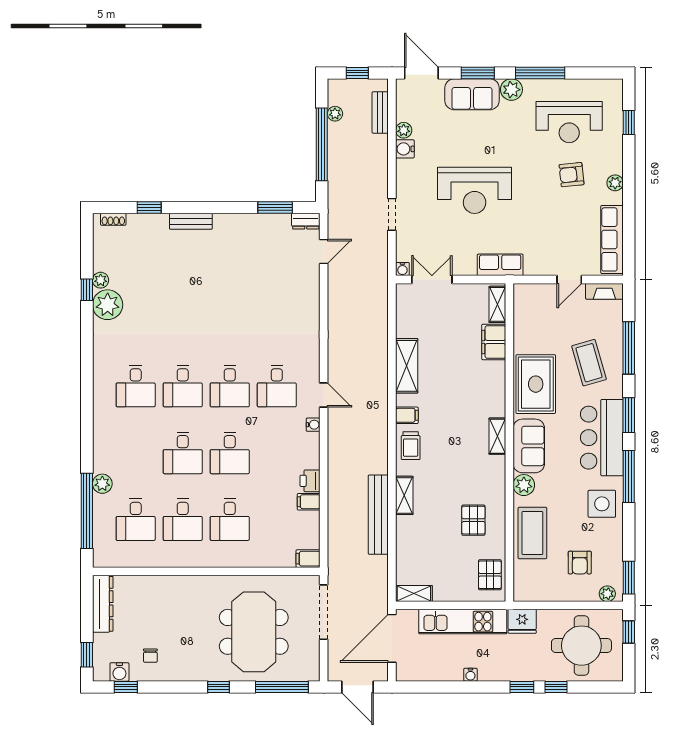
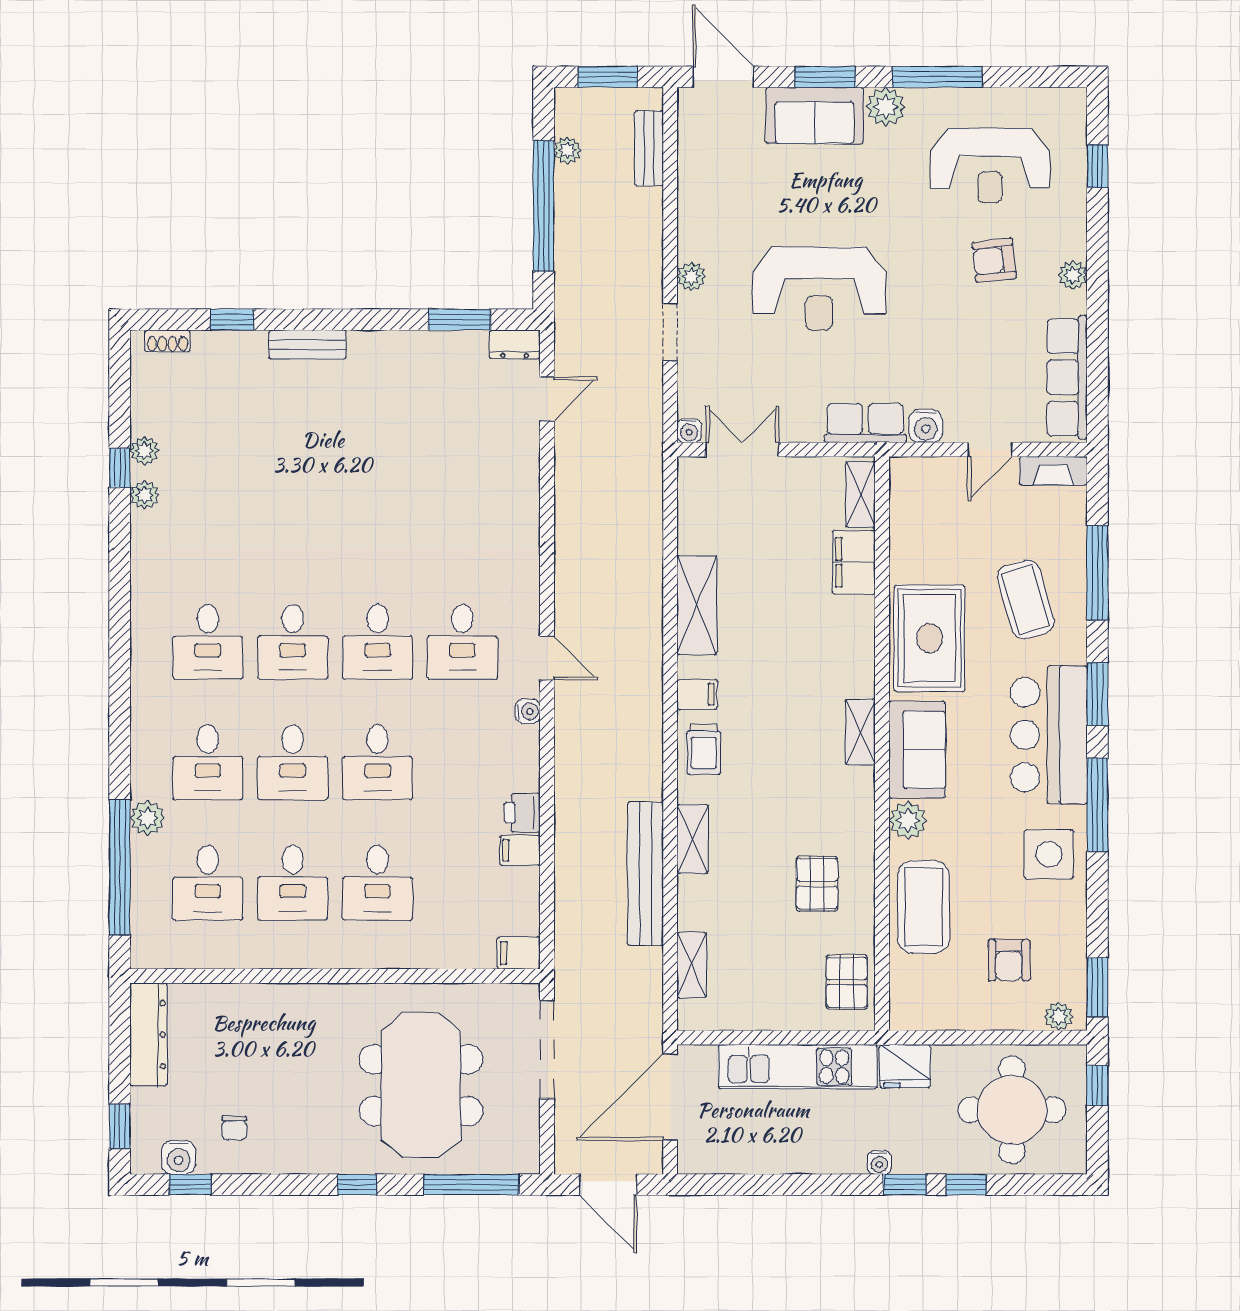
window: (357, 73) -> (608, 77), width x1.50
plant: (404, 130) -> (691, 276), moved
water cooler: (405, 149) -> (926, 426), moved, turned -90
plant: (108, 305) -> (144, 495), width x0.53, depth x0.53
desk: (136, 453) -> (208, 762), added
shelving: (414, 593) -> (692, 965), moved, turned 90
water cooler: (470, 675) -> (879, 1162), moved

